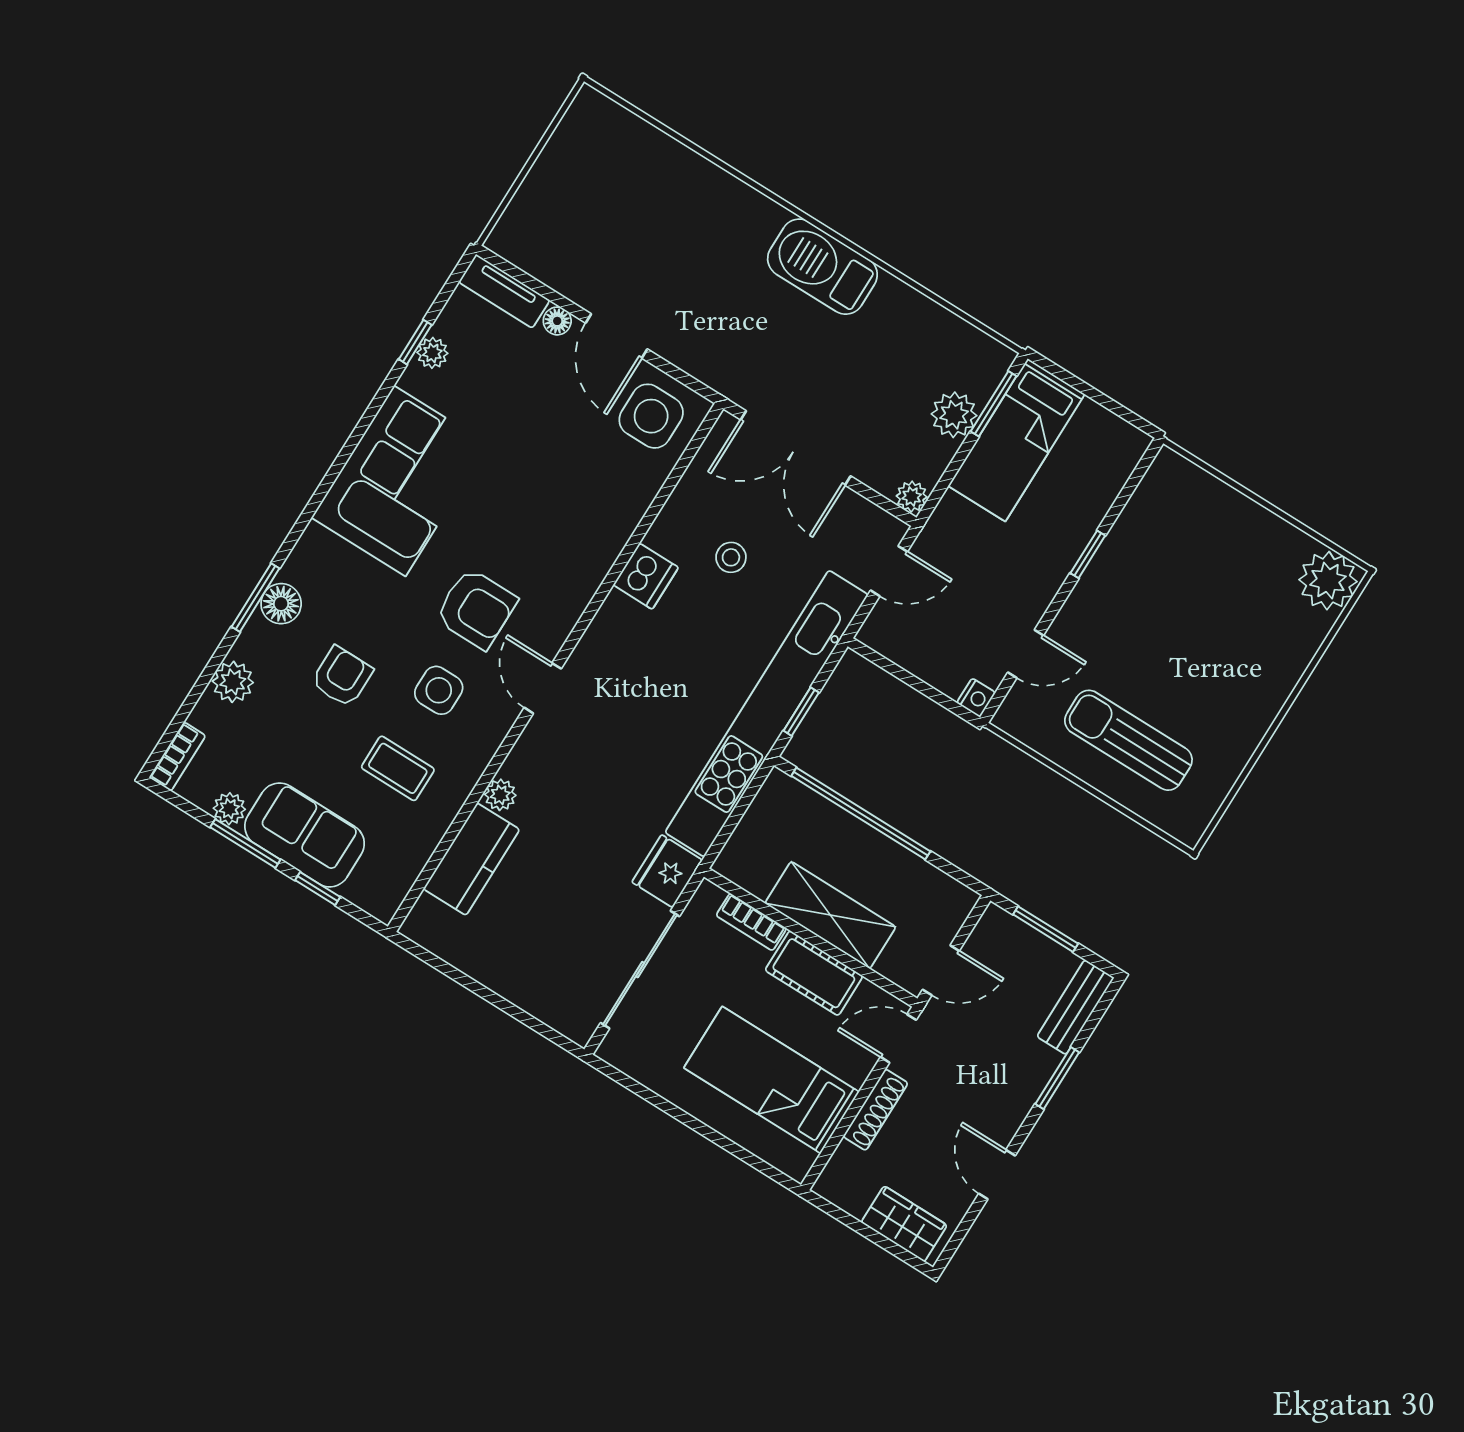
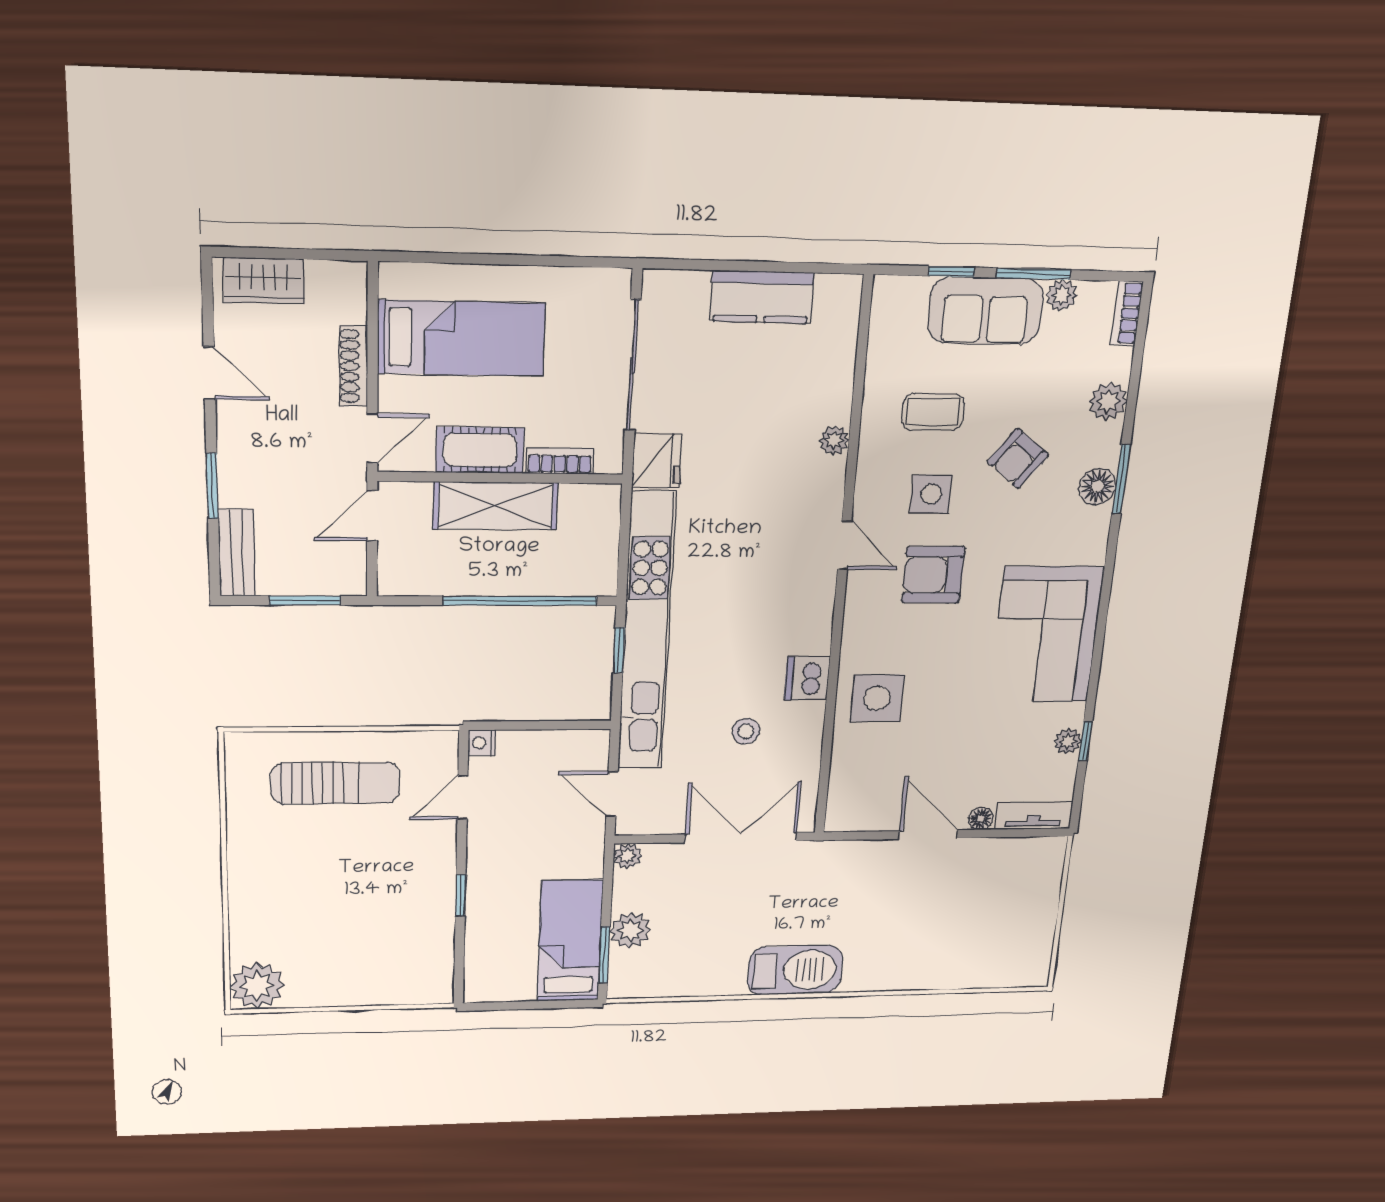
side table: (651, 416) -> (877, 698), moved
door: (889, 571) -> (612, 794), hinge flipped
armchair: (342, 677) -> (1018, 458), turned 38
kitchen counter: (471, 859) -> (762, 297), moved, turned -90

